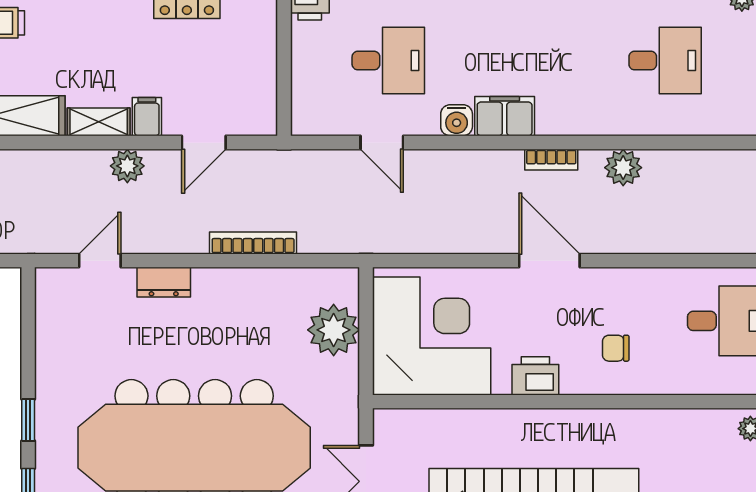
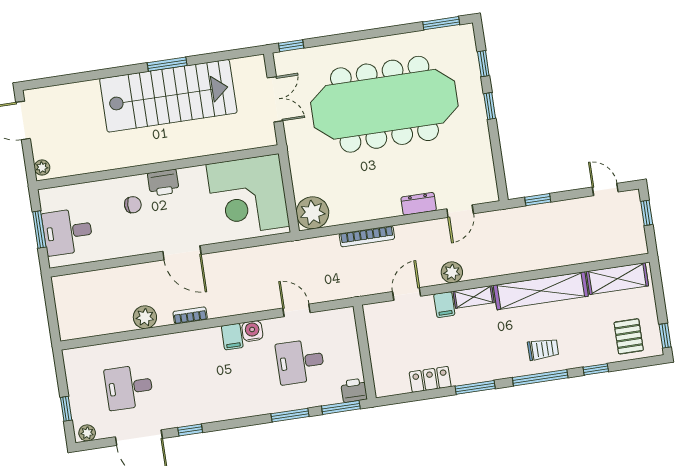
filing cabinet: (505, 116) -> (232, 337), width x0.50
plant: (334, 330) -> (312, 213), moved
printer: (535, 376) -> (163, 183), moved

